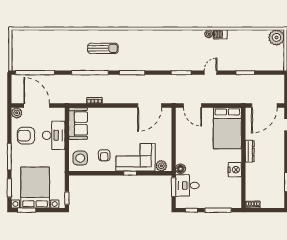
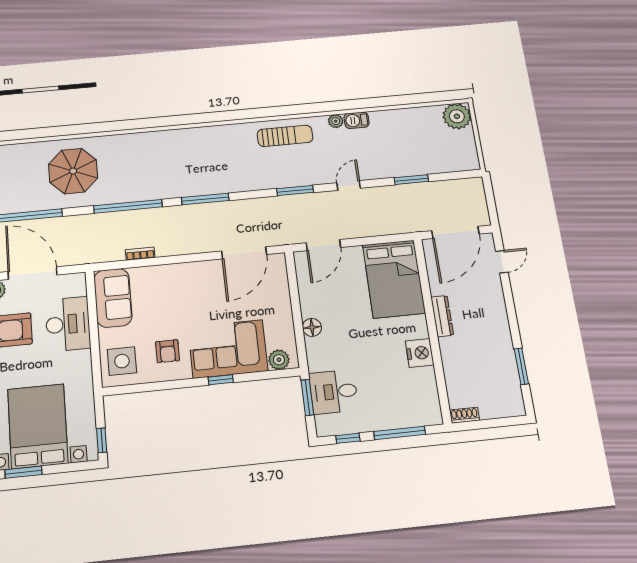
sun lounger: (103, 48) -> (285, 136), moved
parasol: (62, 49) -> (73, 171), added
door: (192, 106) -> (323, 245), hinge flipped
floor lamp: (181, 169) -> (312, 327), moved

